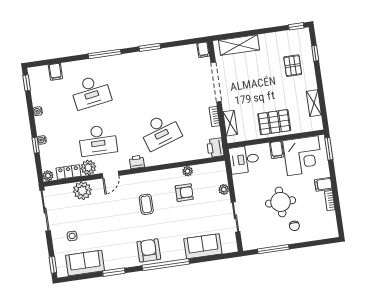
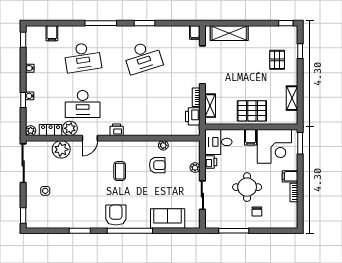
desk: (160, 131) -> (143, 57), moved
printer: (215, 148) -> (193, 116), moved
printer: (239, 181) -> (211, 162), added
sofa: (85, 263) -> (54, 218), removed

